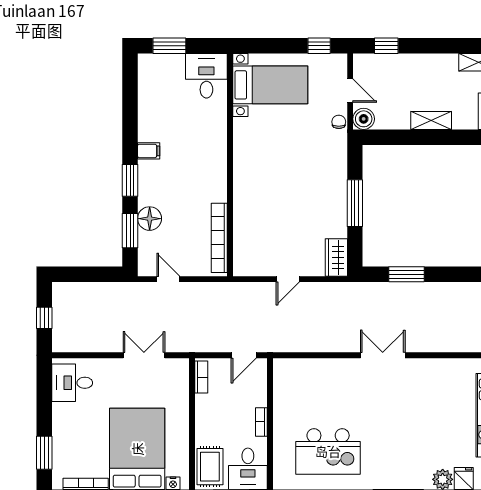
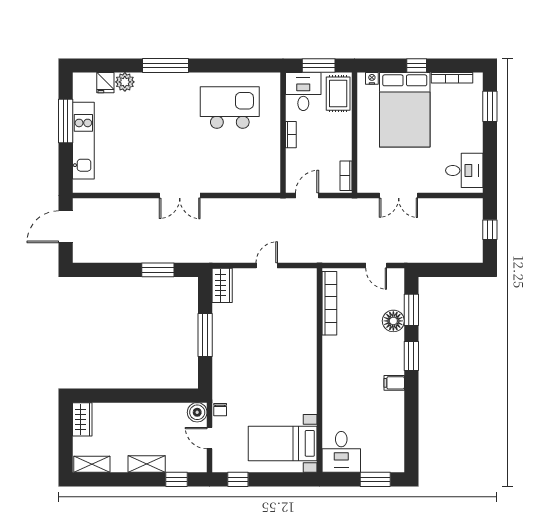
shelving: (431, 120) -> (147, 464), moved

